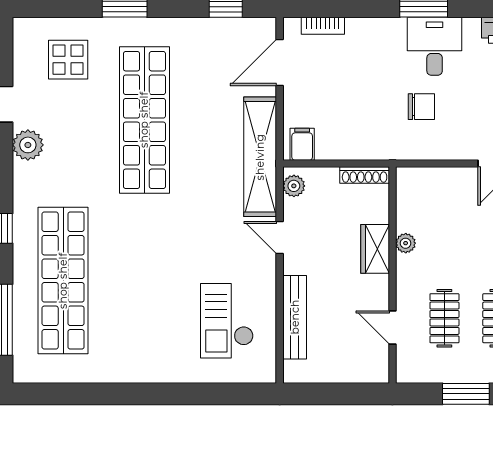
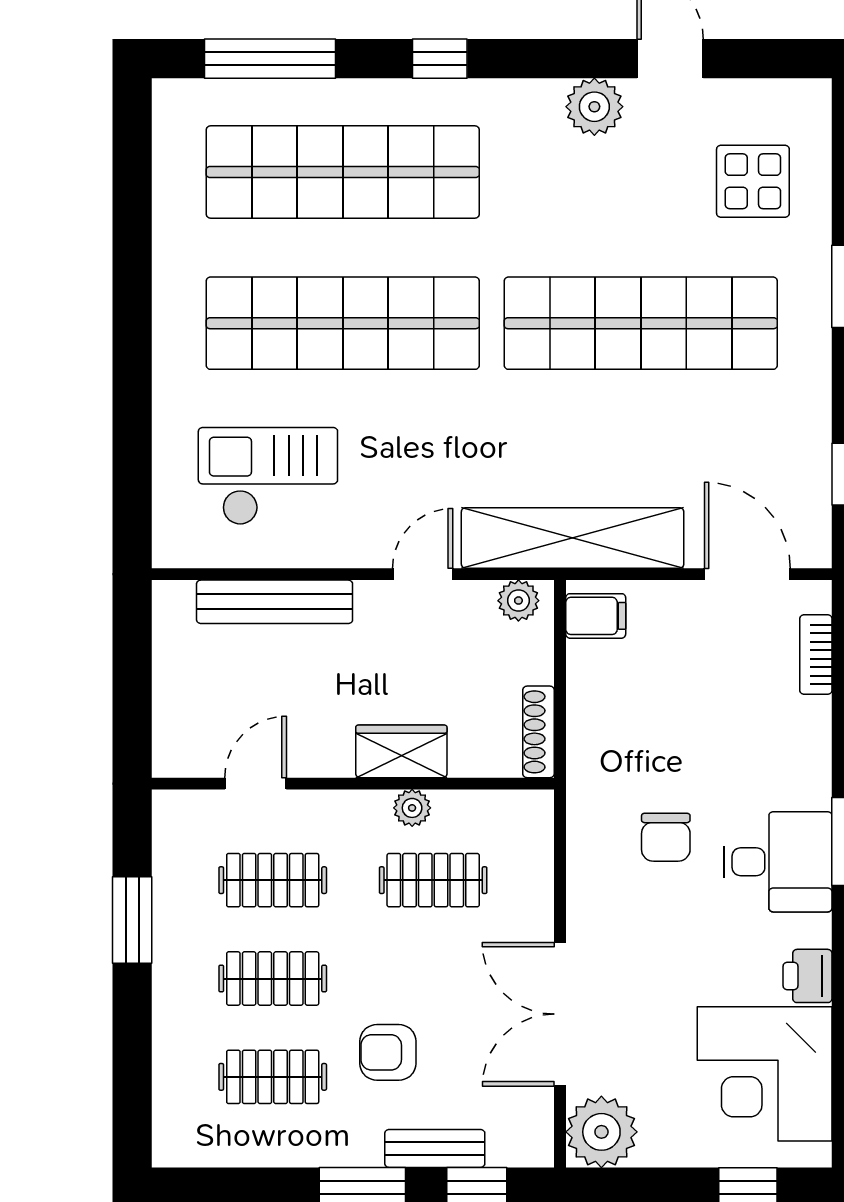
clothes rail: (444, 232) -> (433, 880), added
shop shelf: (144, 281) -> (343, 323), added

